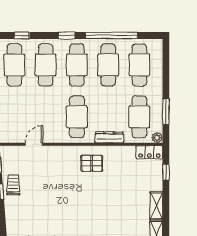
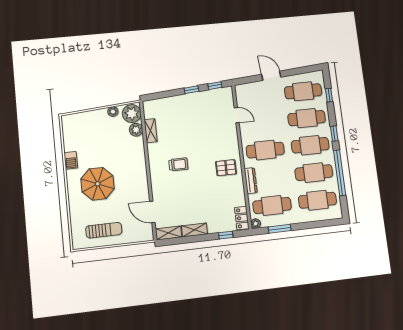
pallet: (92, 163) -> (226, 168), turned 90
trolley: (13, 185) -> (178, 164), moved

